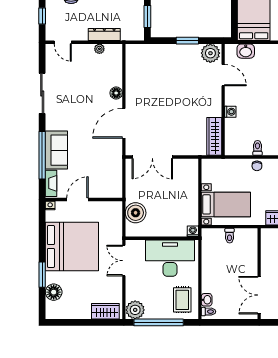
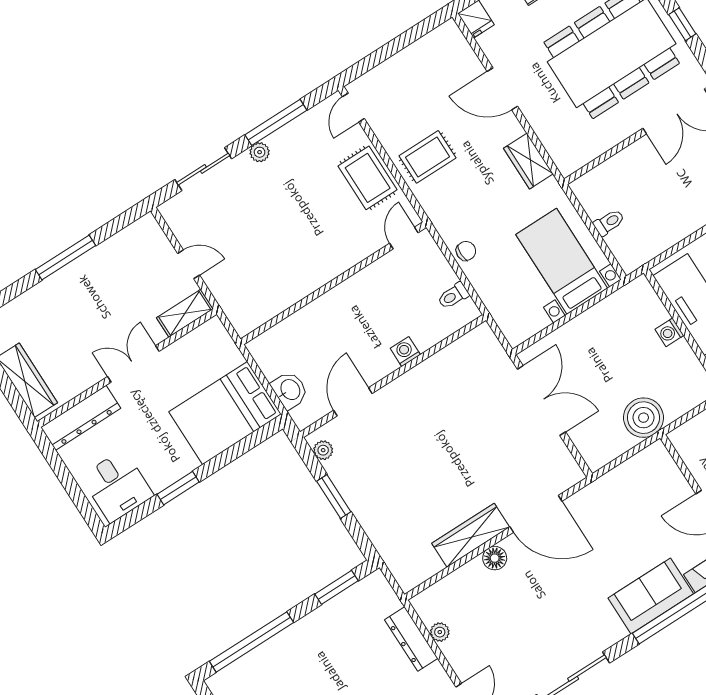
plant: (210, 53) -> (323, 450), width x0.53, depth x0.53
wardrobe: (214, 136) -> (471, 535), moved, turned 180
toilet: (258, 148) -> (453, 296), moved
double door: (152, 157) -> (541, 401), moved
boiler: (136, 213) -> (644, 418), moved
washing machine: (193, 231) -> (669, 332), moved

